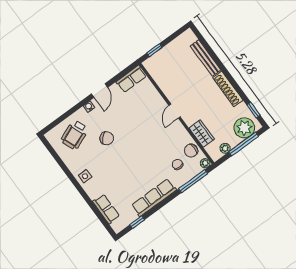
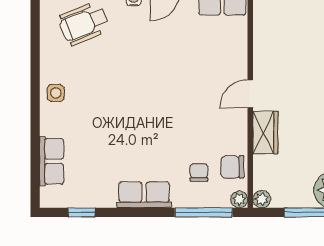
wardrobe: (202, 134) -> (265, 132), moved
chair: (107, 138) -> (126, 62), removed
plant: (225, 148) -> (262, 199), moved
row of seats: (154, 198) -> (144, 195), width x0.68

